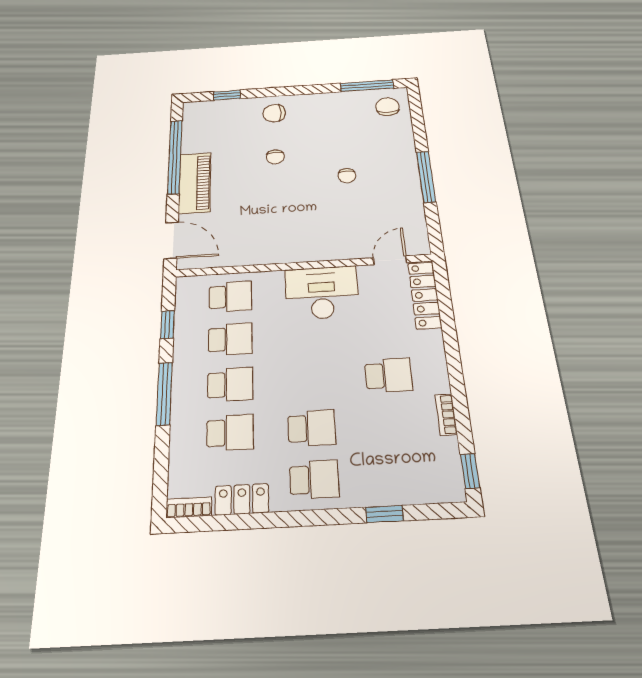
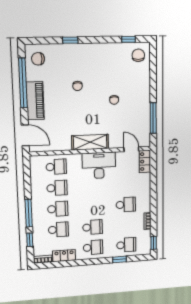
window: (367, 86) -> (128, 39), width x0.46
window: (227, 95) -> (70, 40), moved
chair: (274, 113) -> (38, 59), moved
window: (426, 177) -> (153, 118), moved
shelving: (301, 249) -> (90, 142), added
door: (390, 260) -> (131, 149), hinge flipped
locker: (425, 295) -> (145, 161), width x0.66
window: (167, 325) -> (30, 240), moved
school desk: (399, 475) -> (126, 245), added

